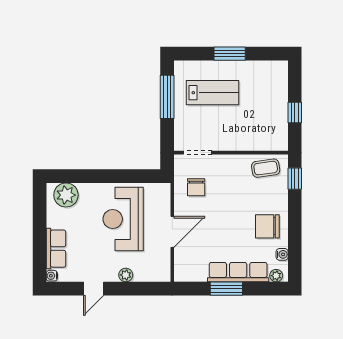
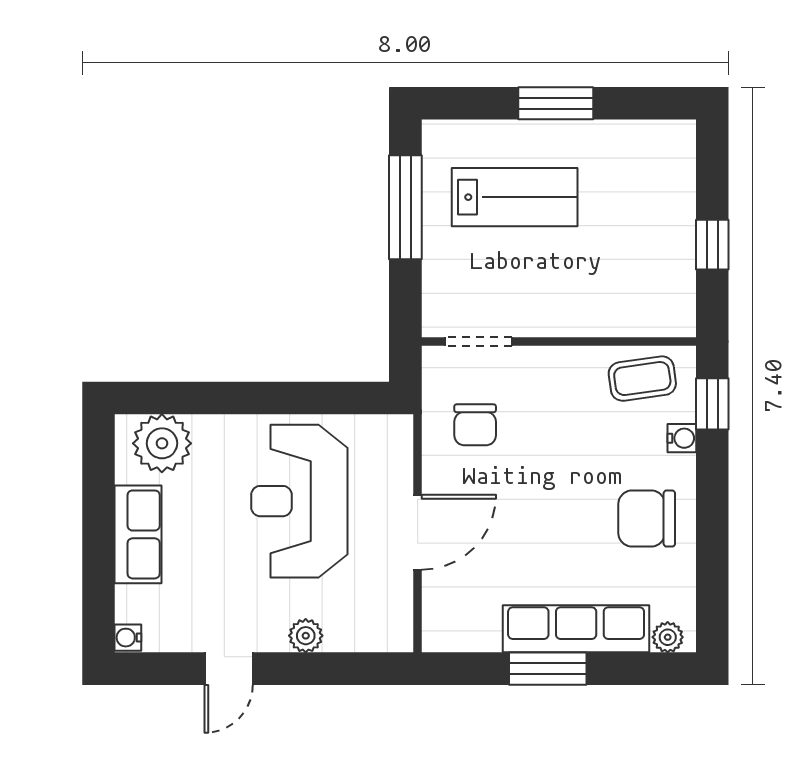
row of seats: (56, 249) -> (138, 534), moved
water cooler: (282, 254) -> (682, 438), moved

